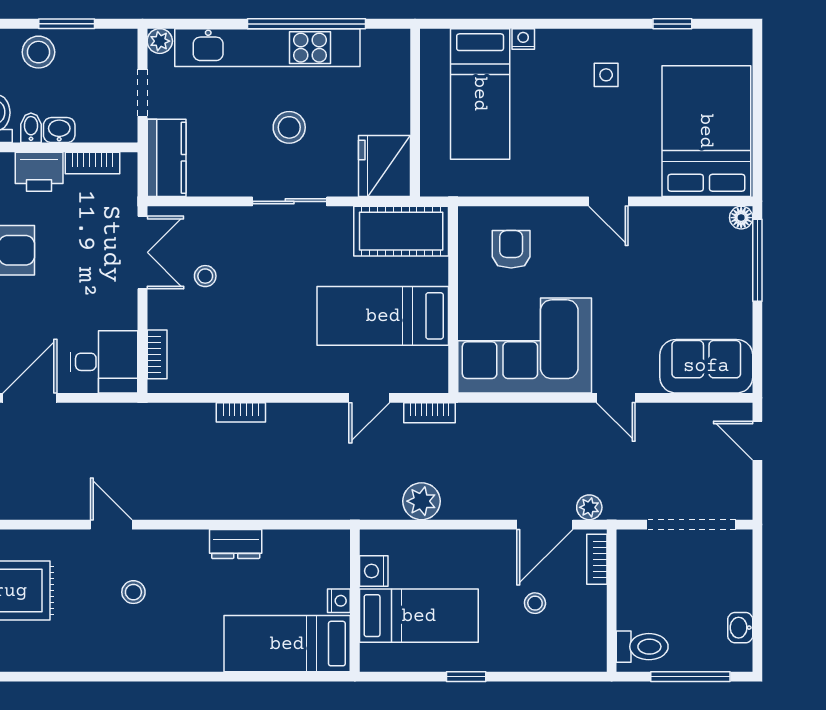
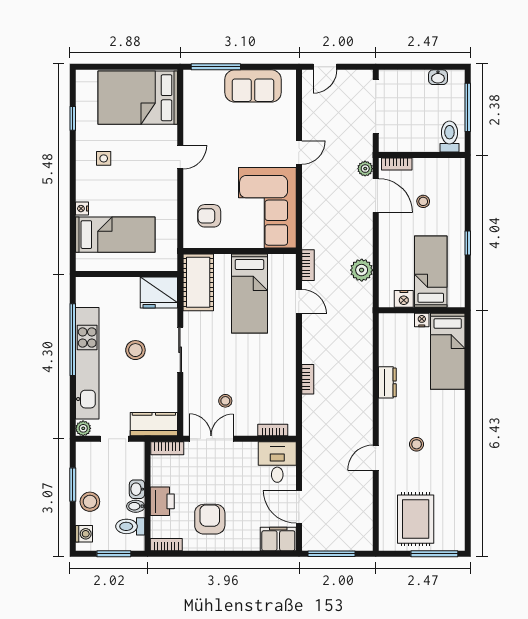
bookcase: (92, 163) -> (167, 448), moved, turned 90
floor lamp: (741, 218) -> (190, 77), removed
sofa: (706, 366) -> (253, 86), moved, turned -90

